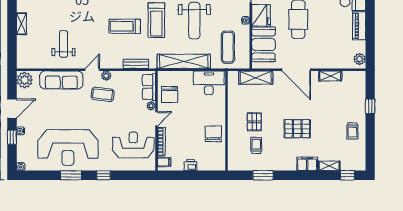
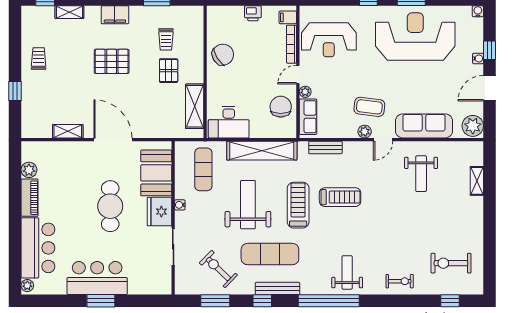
shelving: (21, 24) -> (477, 181), moved
plant: (360, 59) -> (29, 170), moved
shelving: (256, 78) -> (195, 106), moved, turned 90
chair: (213, 134) -> (223, 55), turned -122
filing cabinet: (307, 164) -> (115, 15), moved

